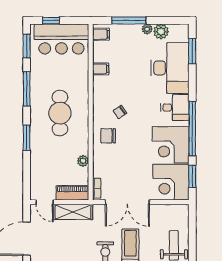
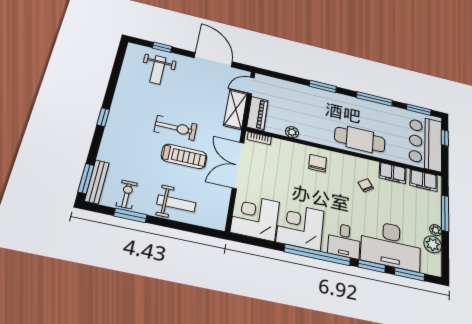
filing cabinet: (101, 34) -> (424, 180), width x2.00
filing cabinet: (101, 69) -> (393, 173), width x2.00
chair: (120, 112) -> (366, 185), moved
cafe table: (60, 113) -> (360, 139), moved
window: (192, 176) -> (372, 266), moved

